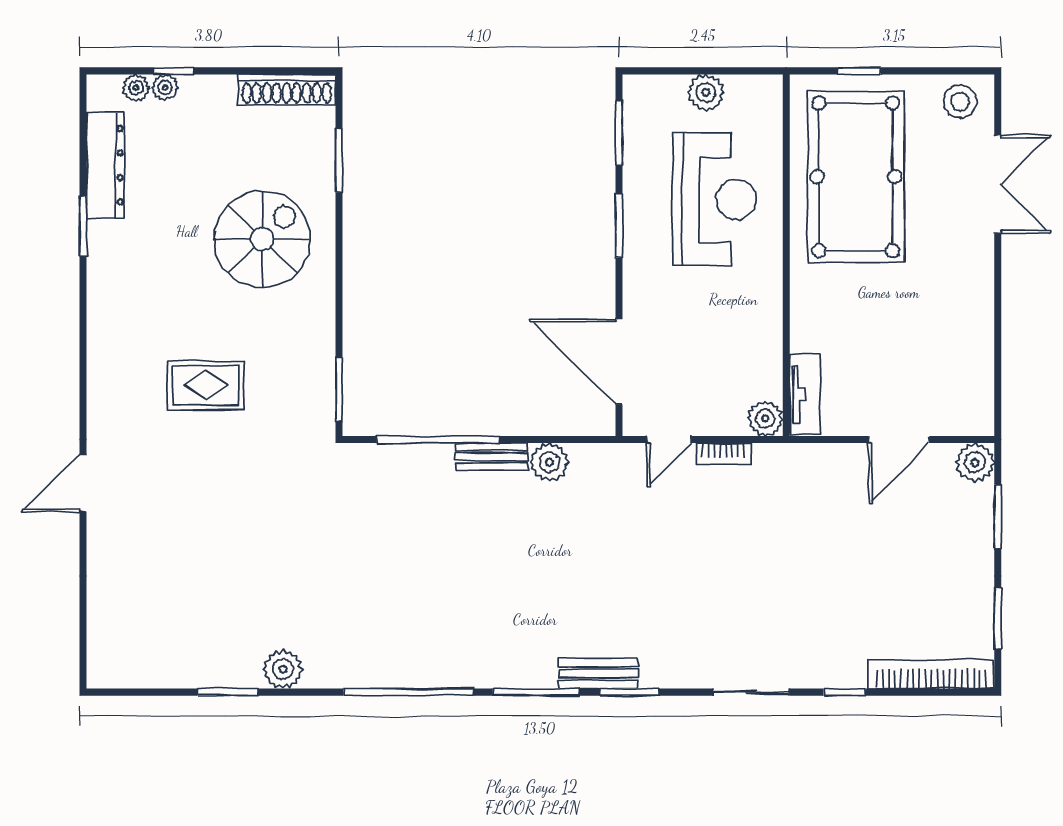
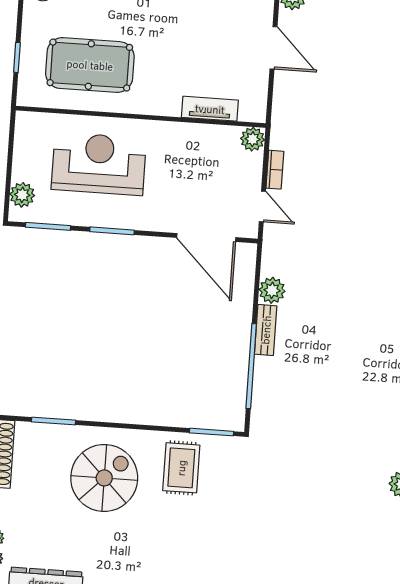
plant: (706, 92) -> (22, 195), moved
pool table: (856, 177) -> (90, 65), width x0.73, depth x0.76
spiral stairs: (262, 239) -> (104, 478), turned 90
door: (619, 362) -> (206, 237), hinge flipped
rug: (206, 385) -> (181, 468), moved
tv unit: (805, 394) -> (210, 109), moved

